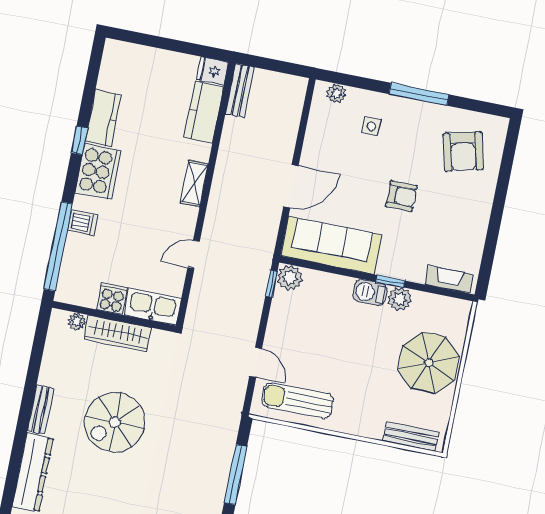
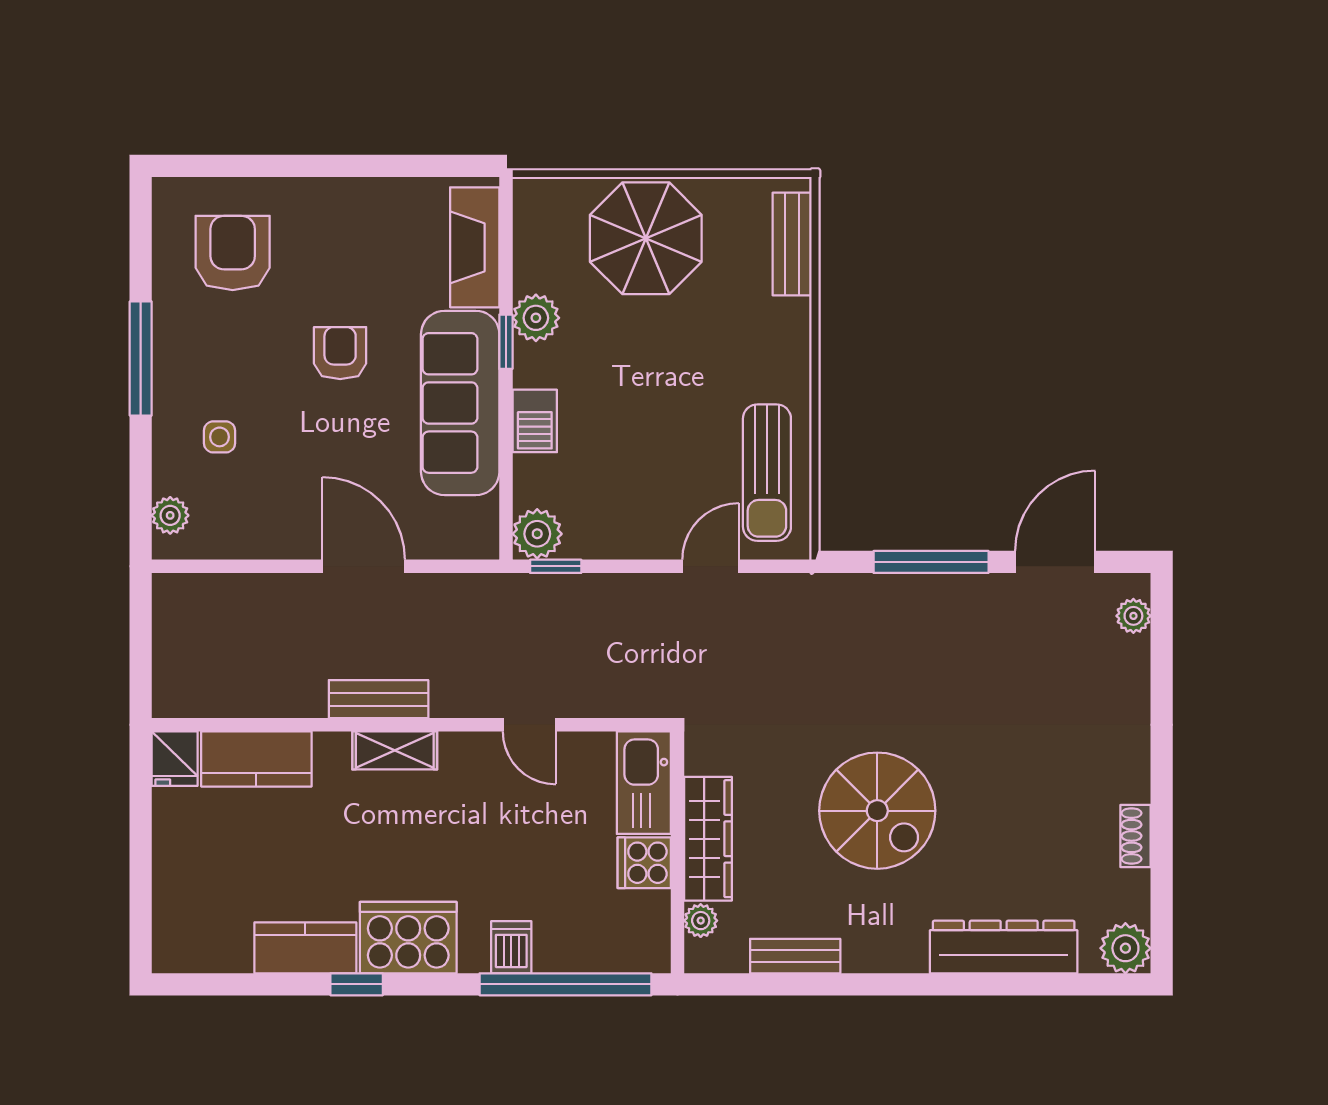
bench: (240, 91) -> (379, 699), moved
armchair: (463, 152) -> (233, 253), turned -76
sofa: (331, 245) -> (460, 403), moved
fireplace: (449, 280) -> (475, 247), width x1.37, depth x1.32
barbecue: (370, 292) -> (535, 421), moved
bench: (41, 409) -> (795, 956), moved

